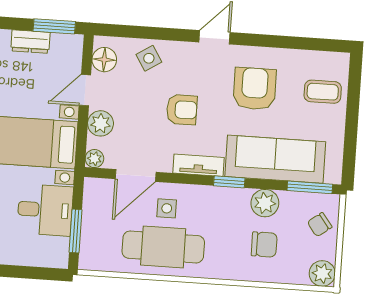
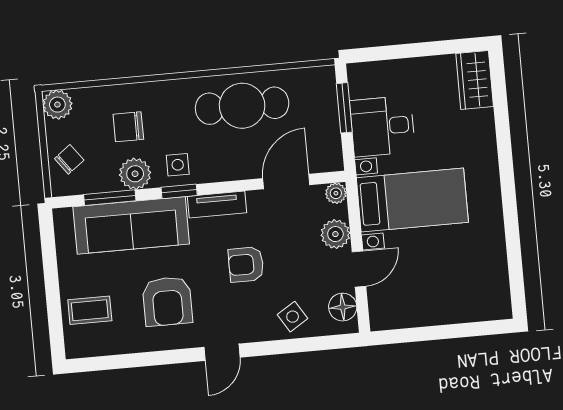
window: (54, 26) -> (405, 336), removed
dresser: (30, 42) -> (430, 314), removed
window: (310, 187) -> (110, 198), moved
side table: (167, 208) -> (178, 165), moved

